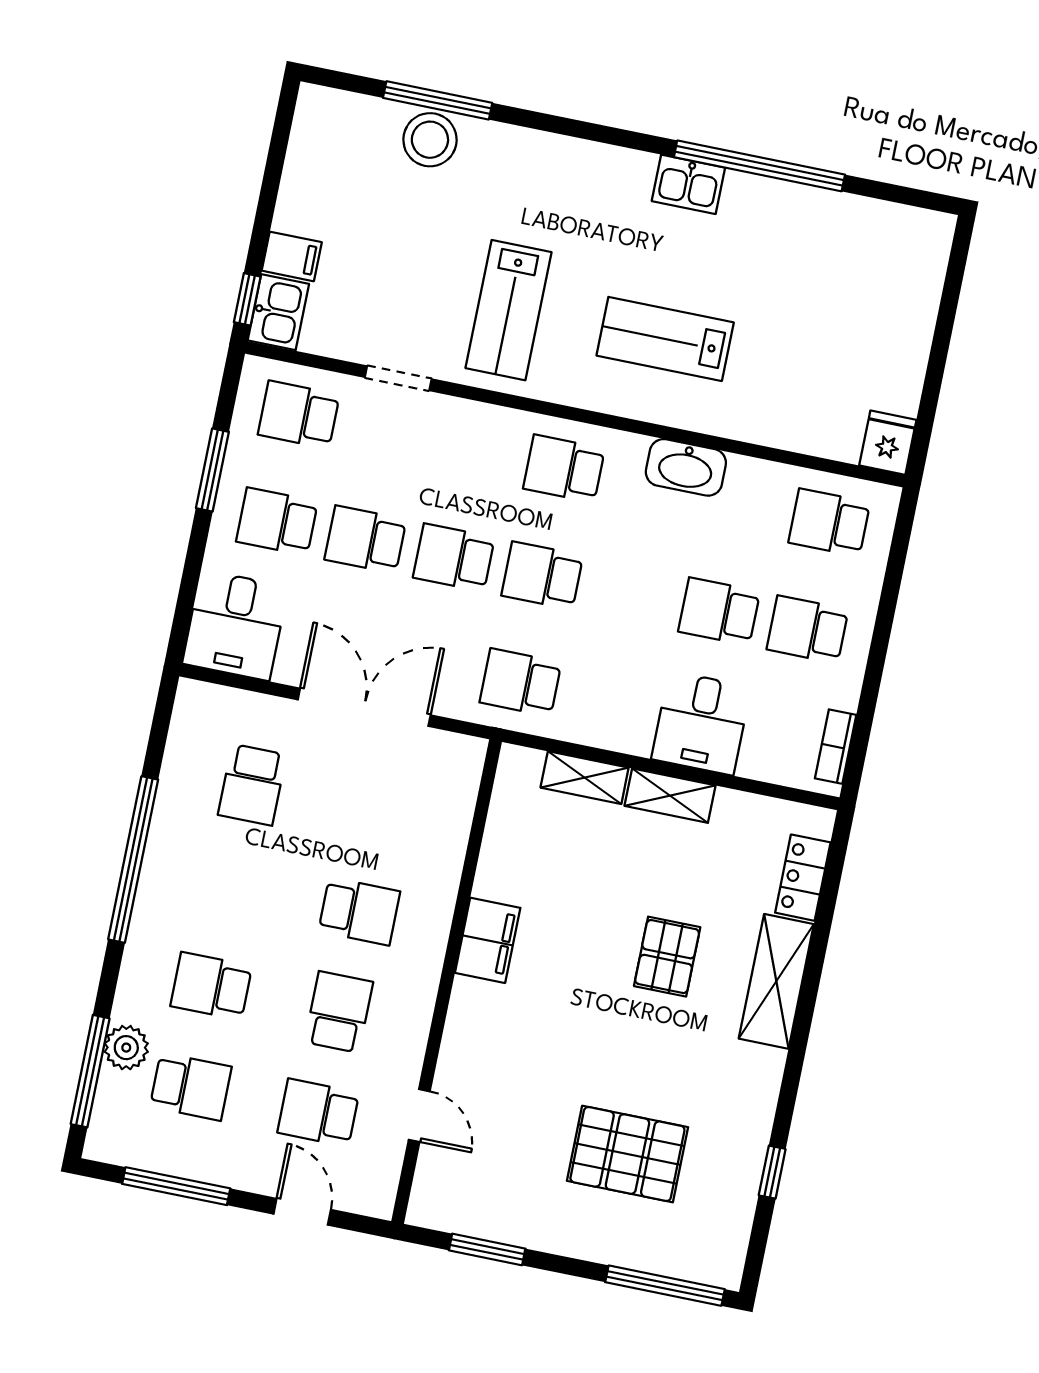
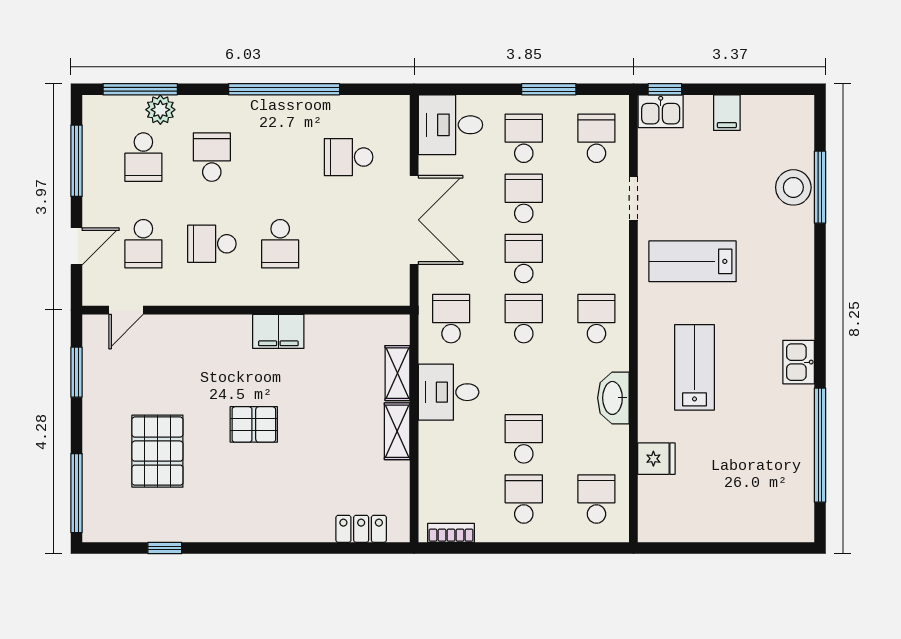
window: (759, 166) -> (820, 445), moved
filing cabinet: (292, 256) -> (727, 113), moved
fridge: (888, 443) -> (656, 459), moved
desk: (701, 723) -> (449, 392), moved
pallet: (667, 957) -> (254, 424), moved
shelving: (776, 981) -> (290, 525), removed
school desk: (339, 1012) -> (212, 244), turned 180
school desk: (318, 1113) -> (143, 244), turned 180
door: (419, 1116) -> (126, 310), moved

